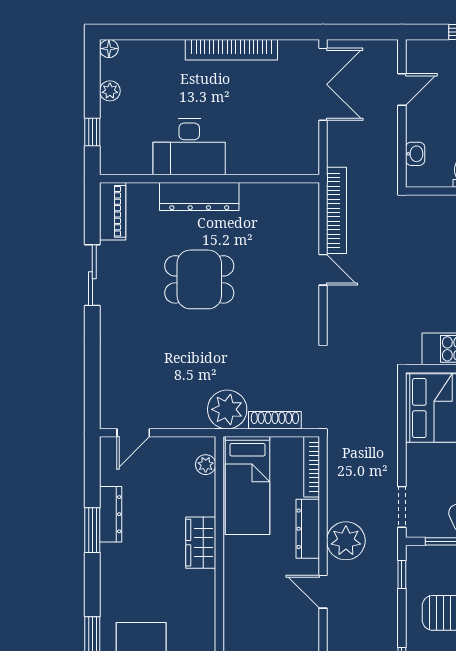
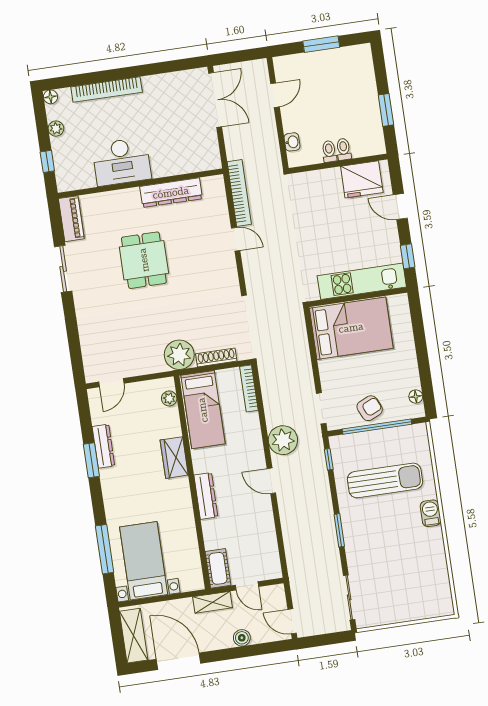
bookcase: (231, 50) -> (107, 90), moved
dresser: (199, 197) -> (171, 193), moved
dining table: (199, 279) -> (144, 260), turned 90
dresser: (308, 529) -> (206, 496), moved, turned 180

